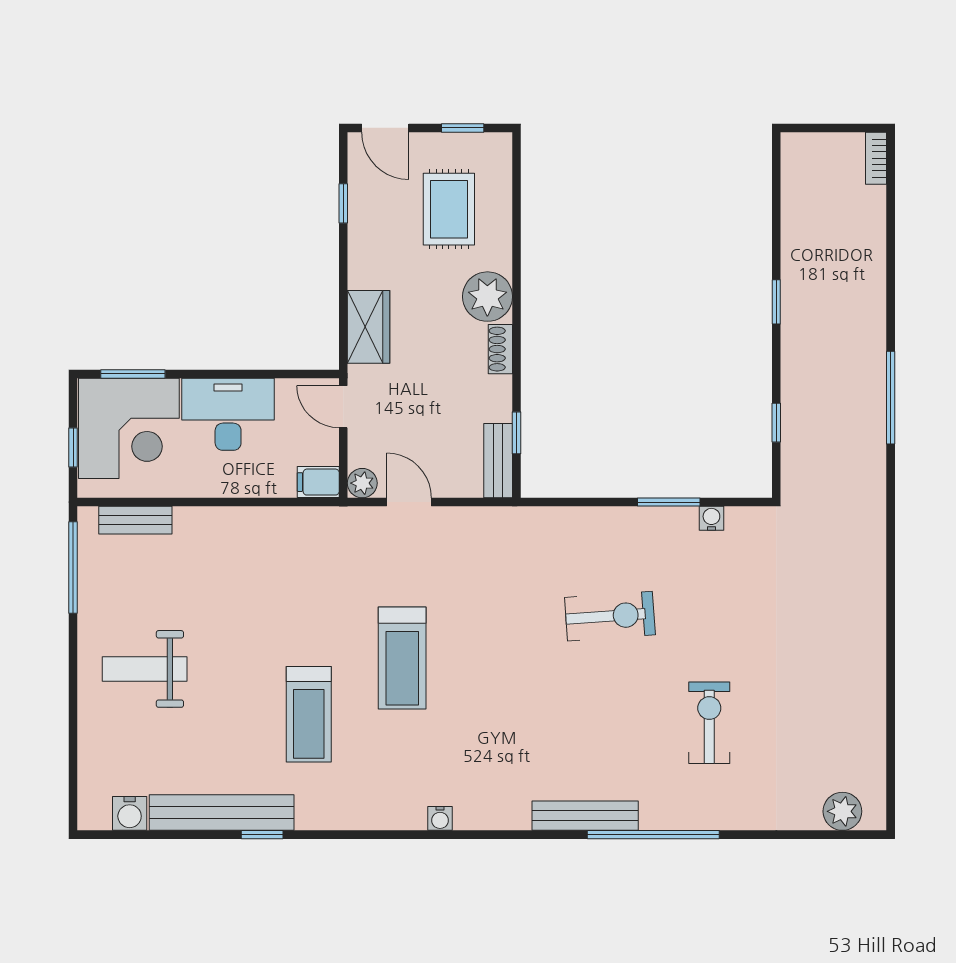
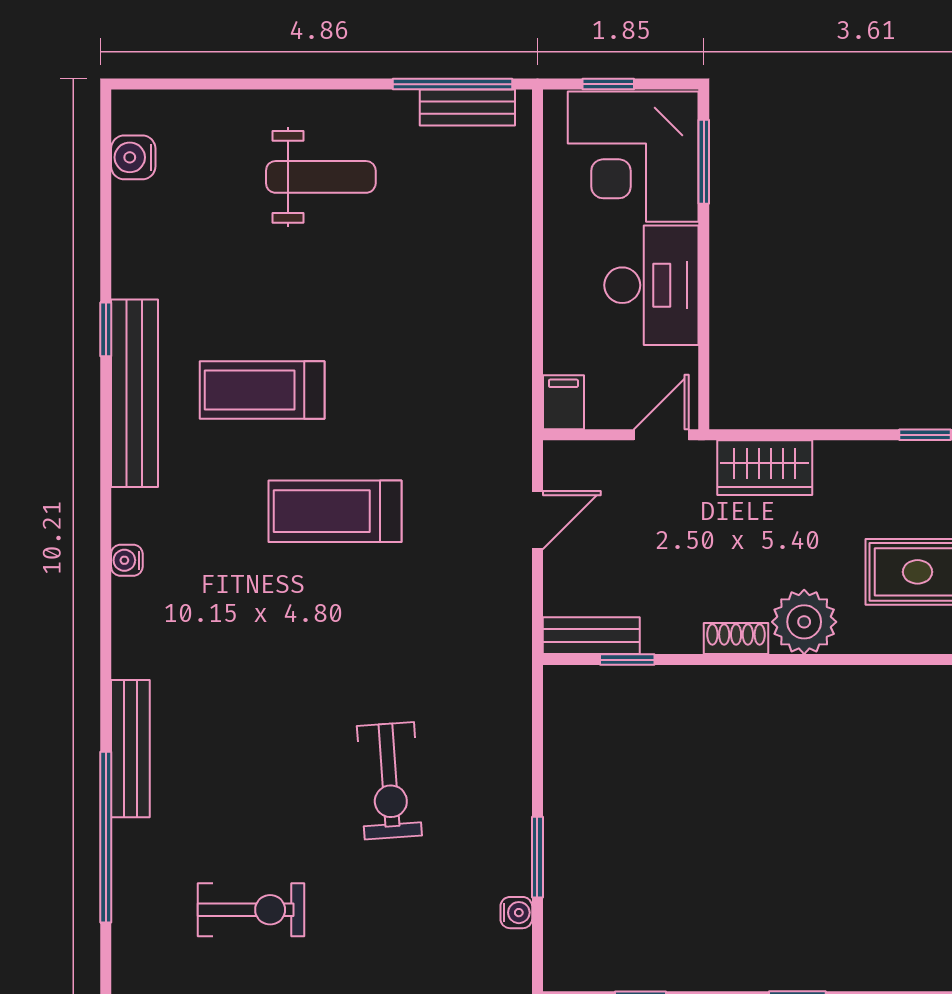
plant: (362, 483) -> (562, 459), removed
bench: (135, 520) -> (467, 108), moved, turned 90
weight bench: (145, 669) -> (321, 177), turned 90
bench: (222, 813) -> (135, 393), moved

